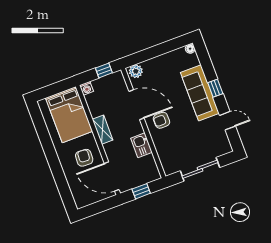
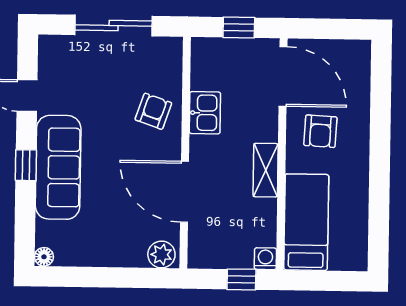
window: (104, 70) -> (241, 279), moved
bed: (69, 115) -> (306, 222), width x0.67
armchair: (161, 120) -> (153, 111), moved, turned -71

